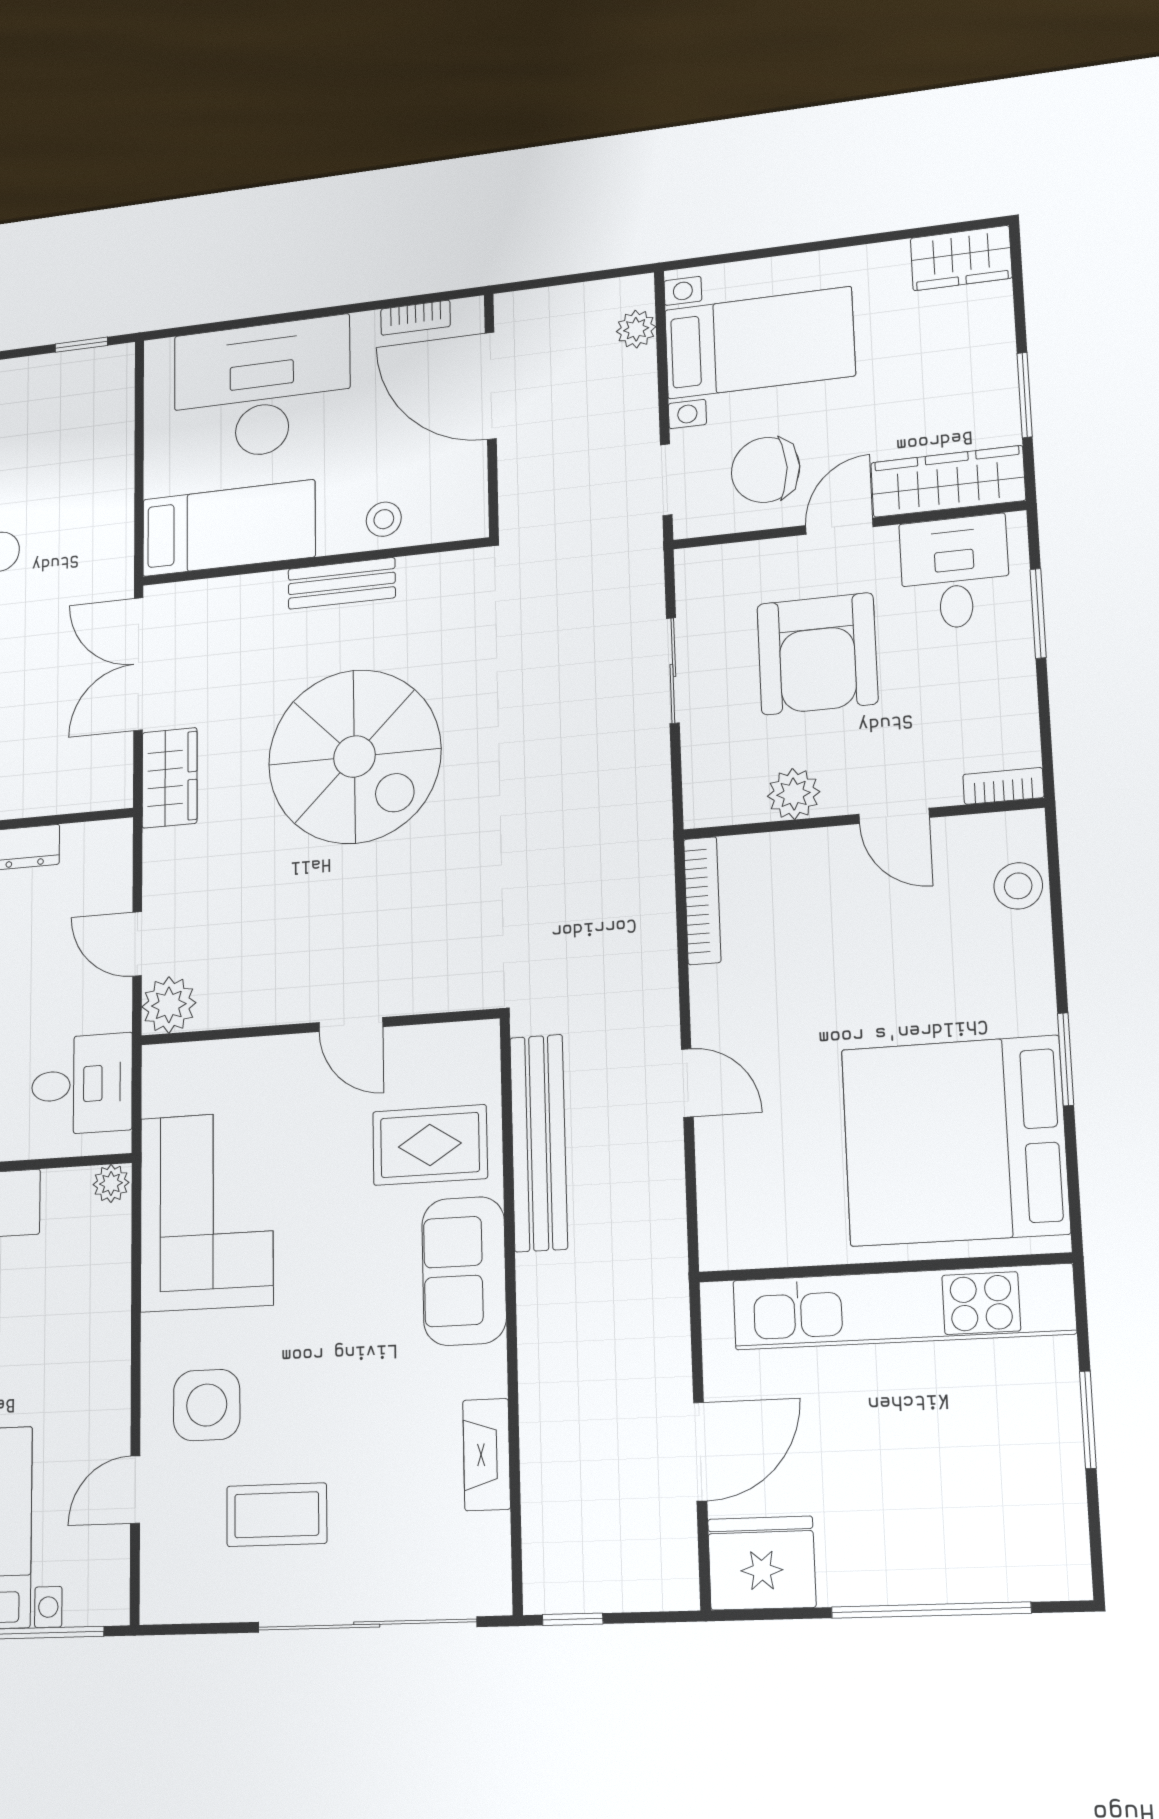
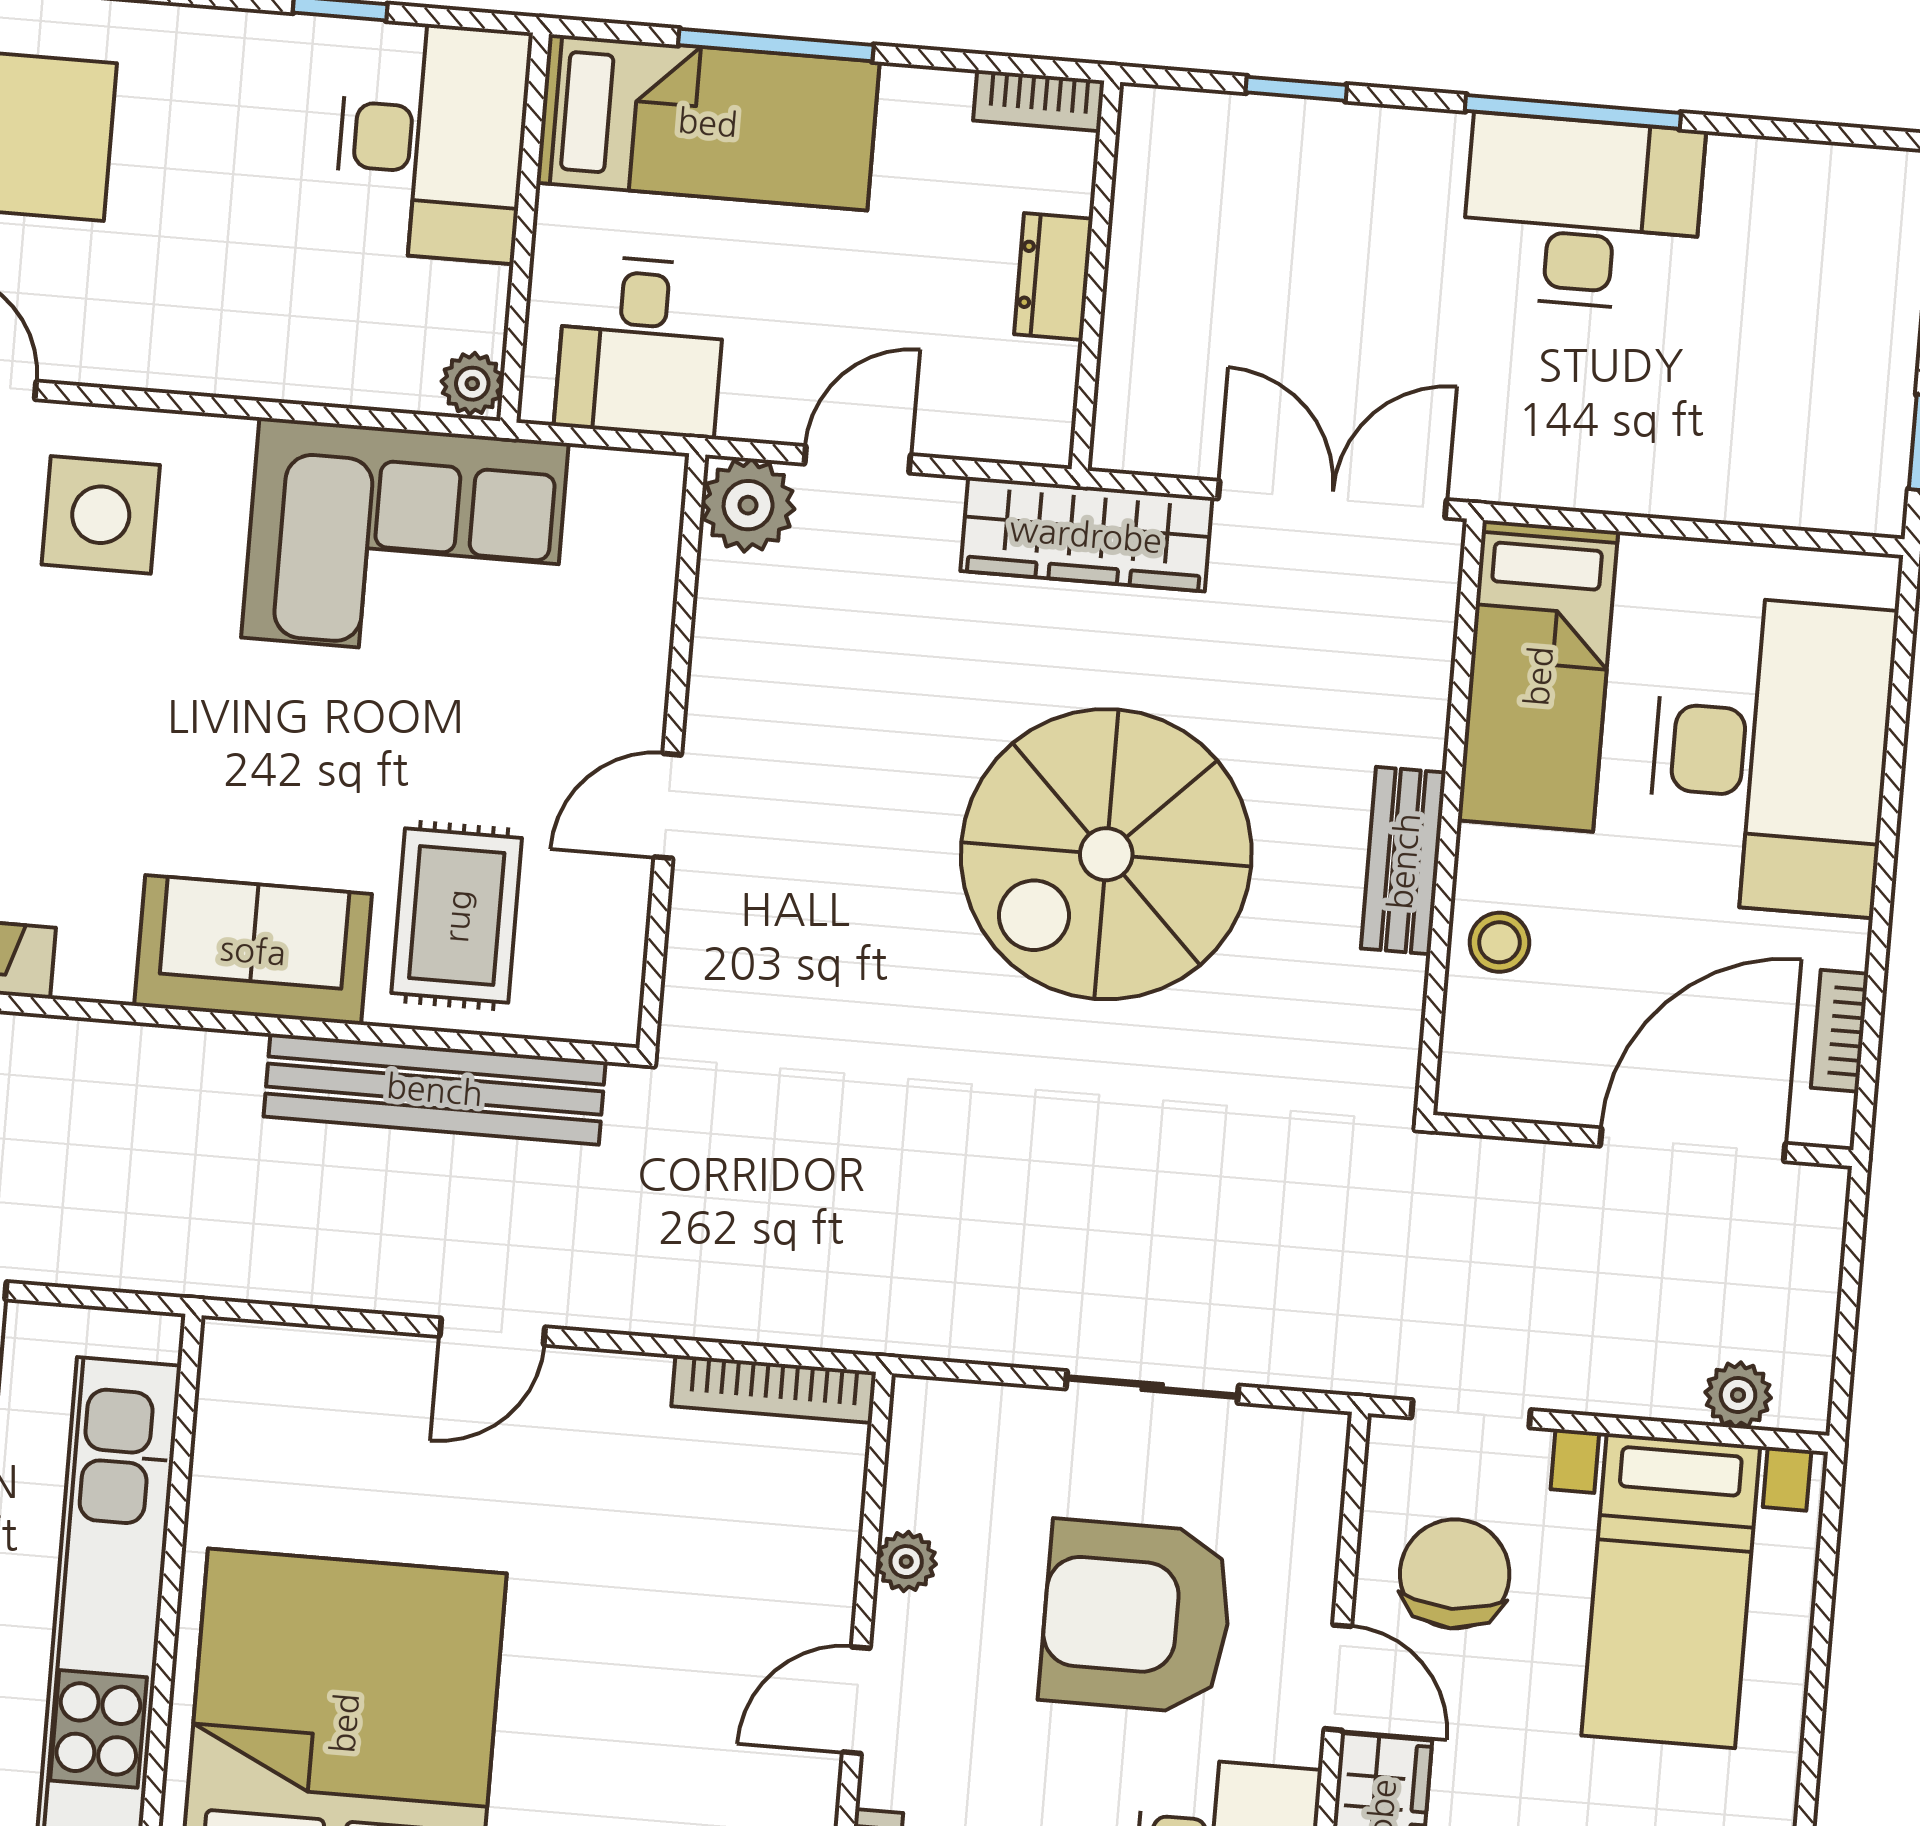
wardrobe: (170, 778) -> (1086, 534), width x1.50
plant: (794, 794) -> (906, 1562), width x0.73, depth x0.73

